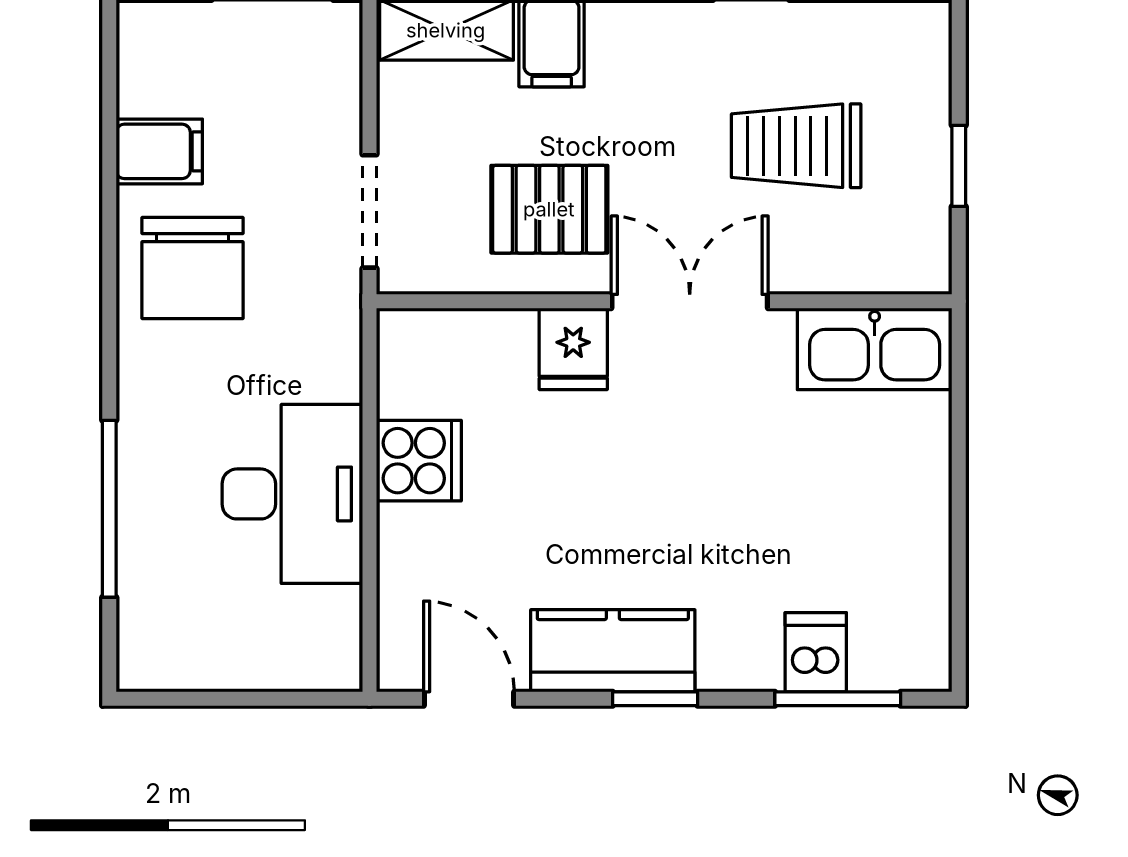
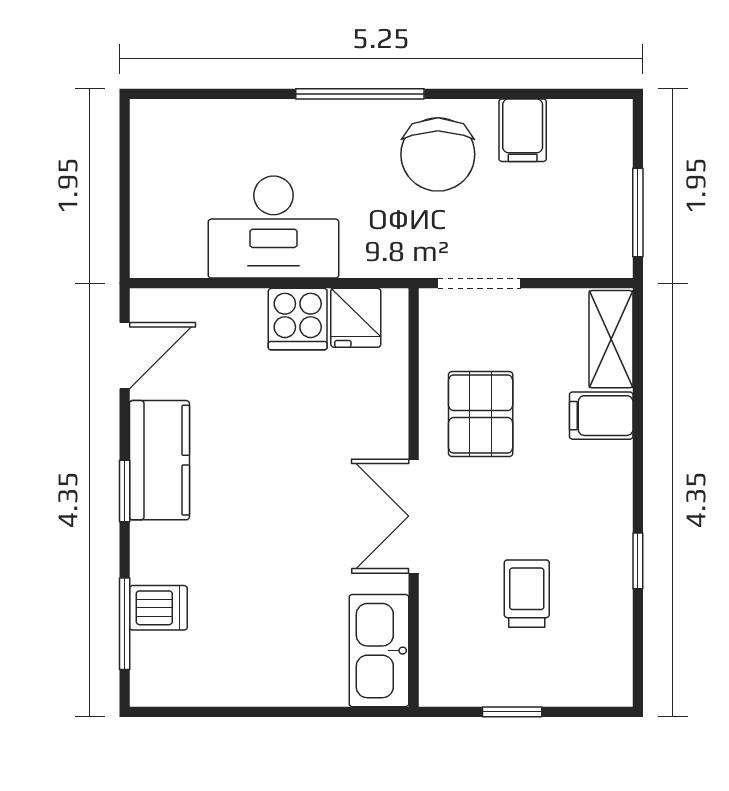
trolley: (796, 146) -> (527, 594), width x0.73, depth x0.72
chair: (192, 268) -> (438, 154), turned -90
double door: (690, 301) -> (414, 516), swing flipped
fridge: (573, 349) -> (356, 318), moved, turned -90
window: (109, 509) -> (360, 94), moved

